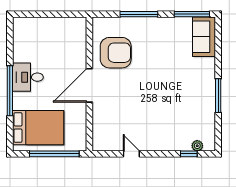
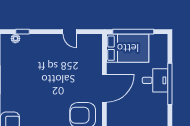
desk: (28, 77) -> (155, 80), moved
bed: (38, 128) -> (128, 48), moved, turned 180

